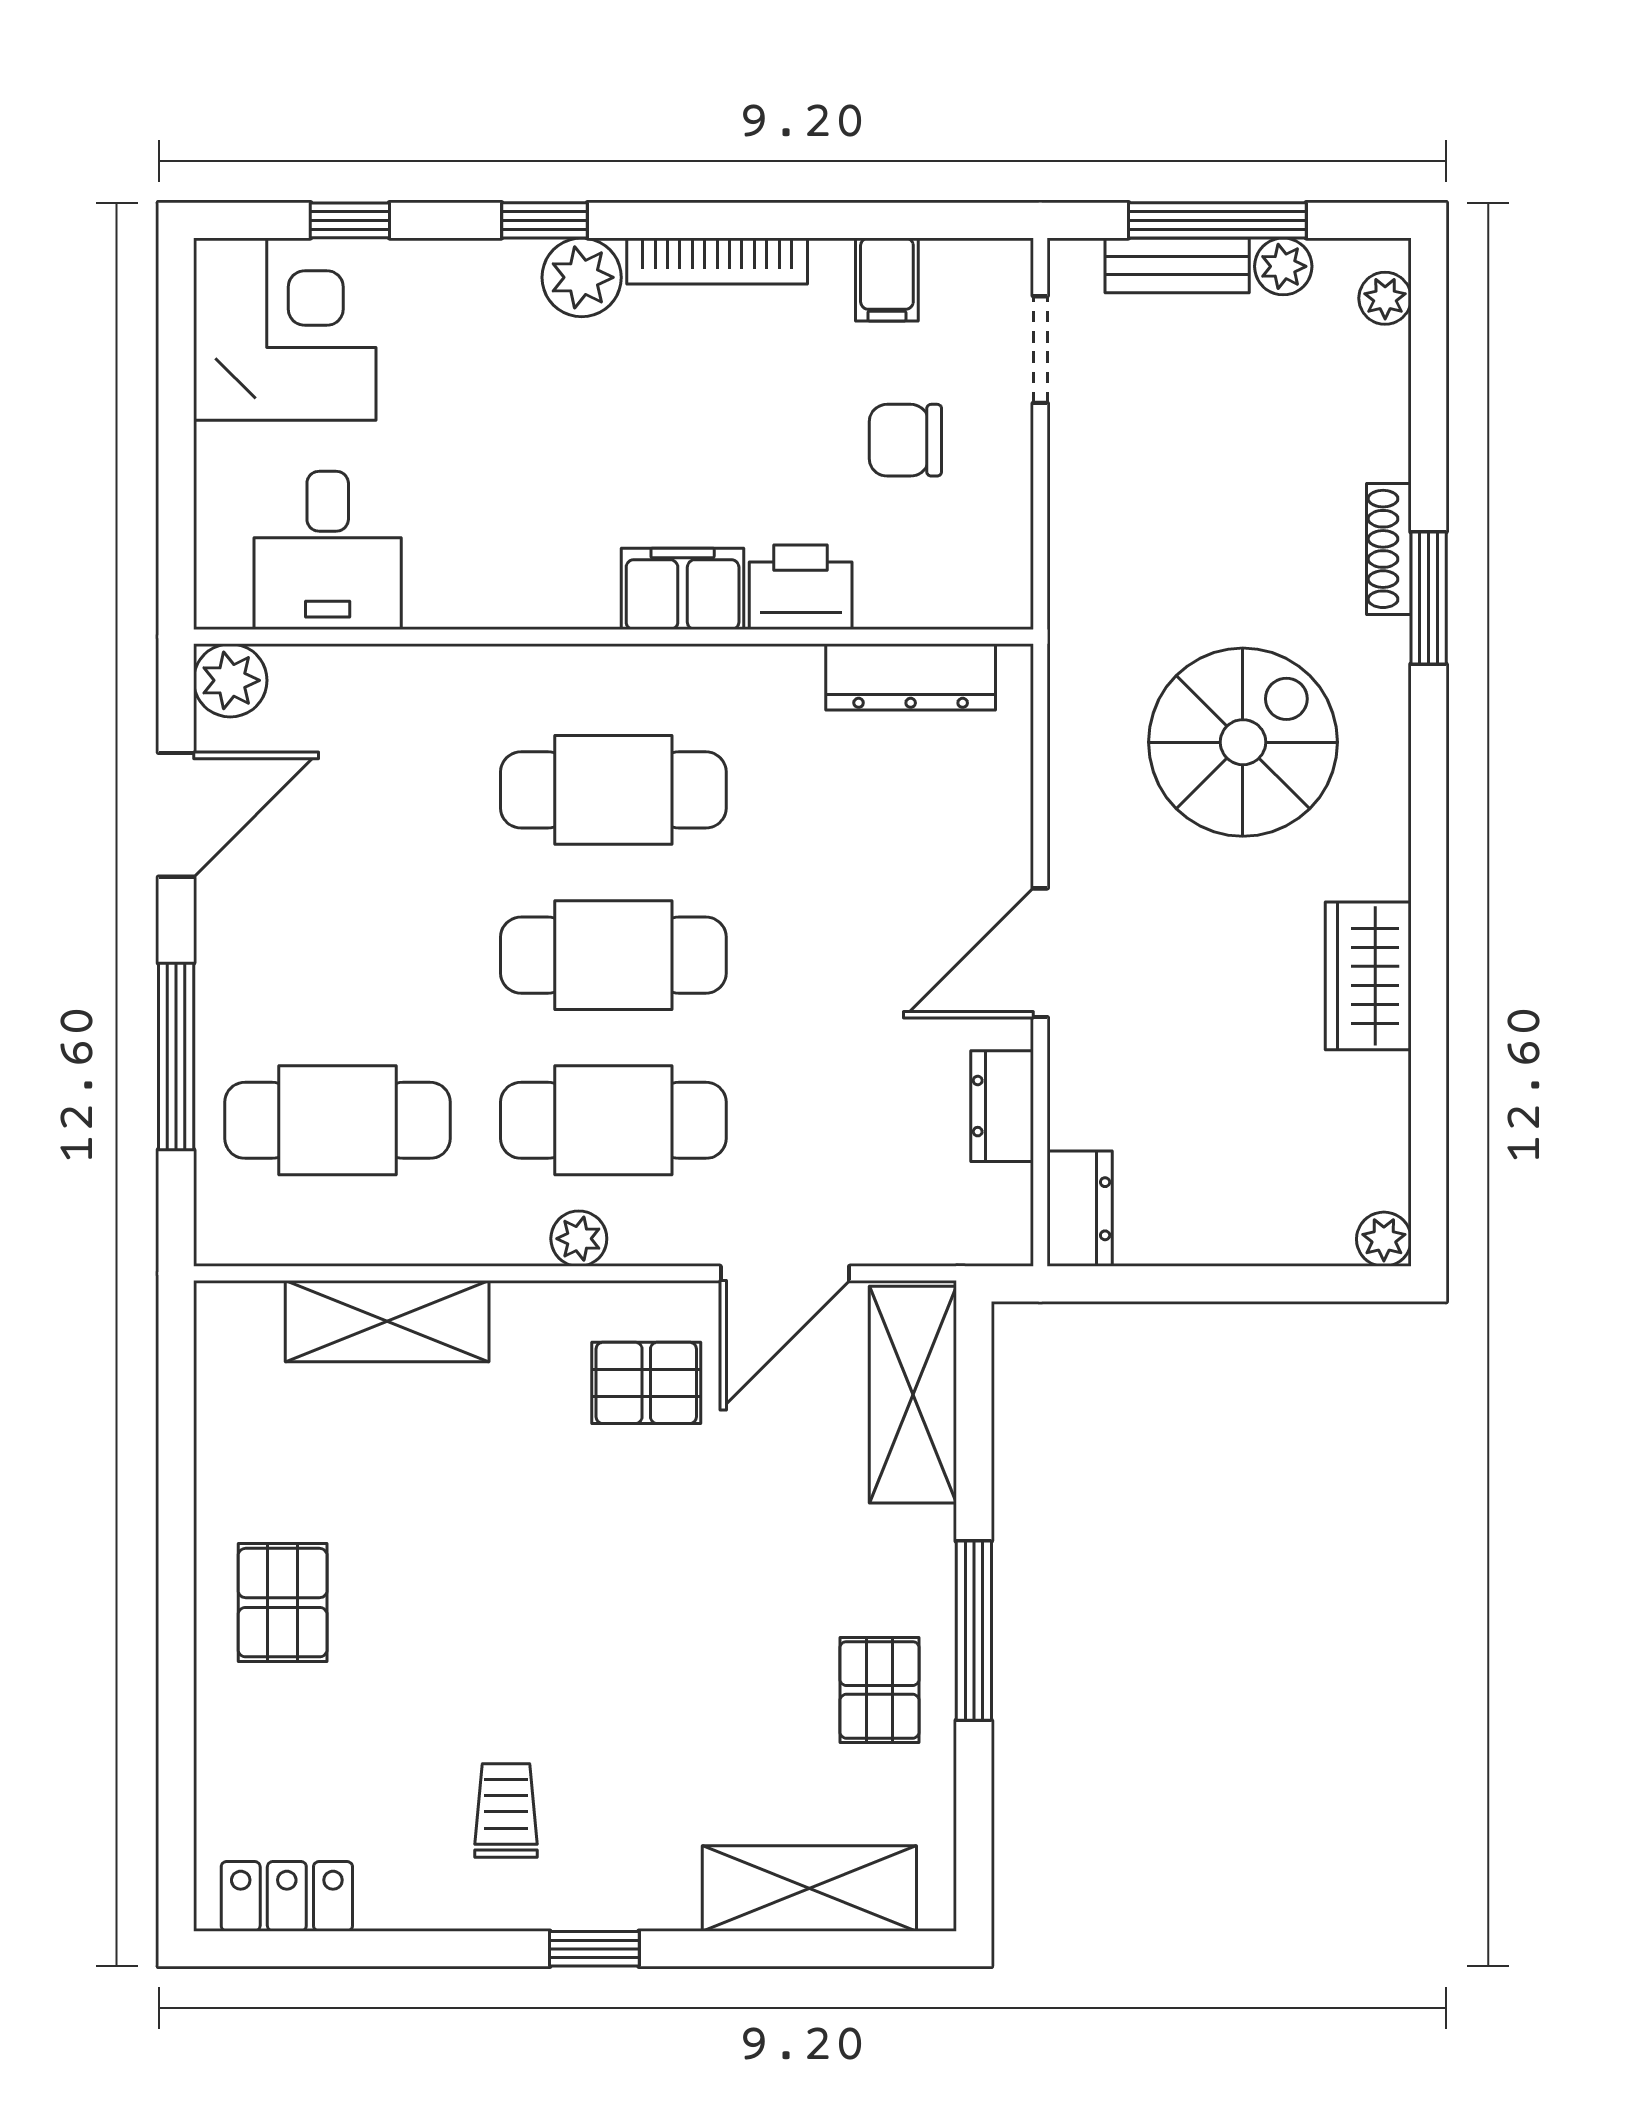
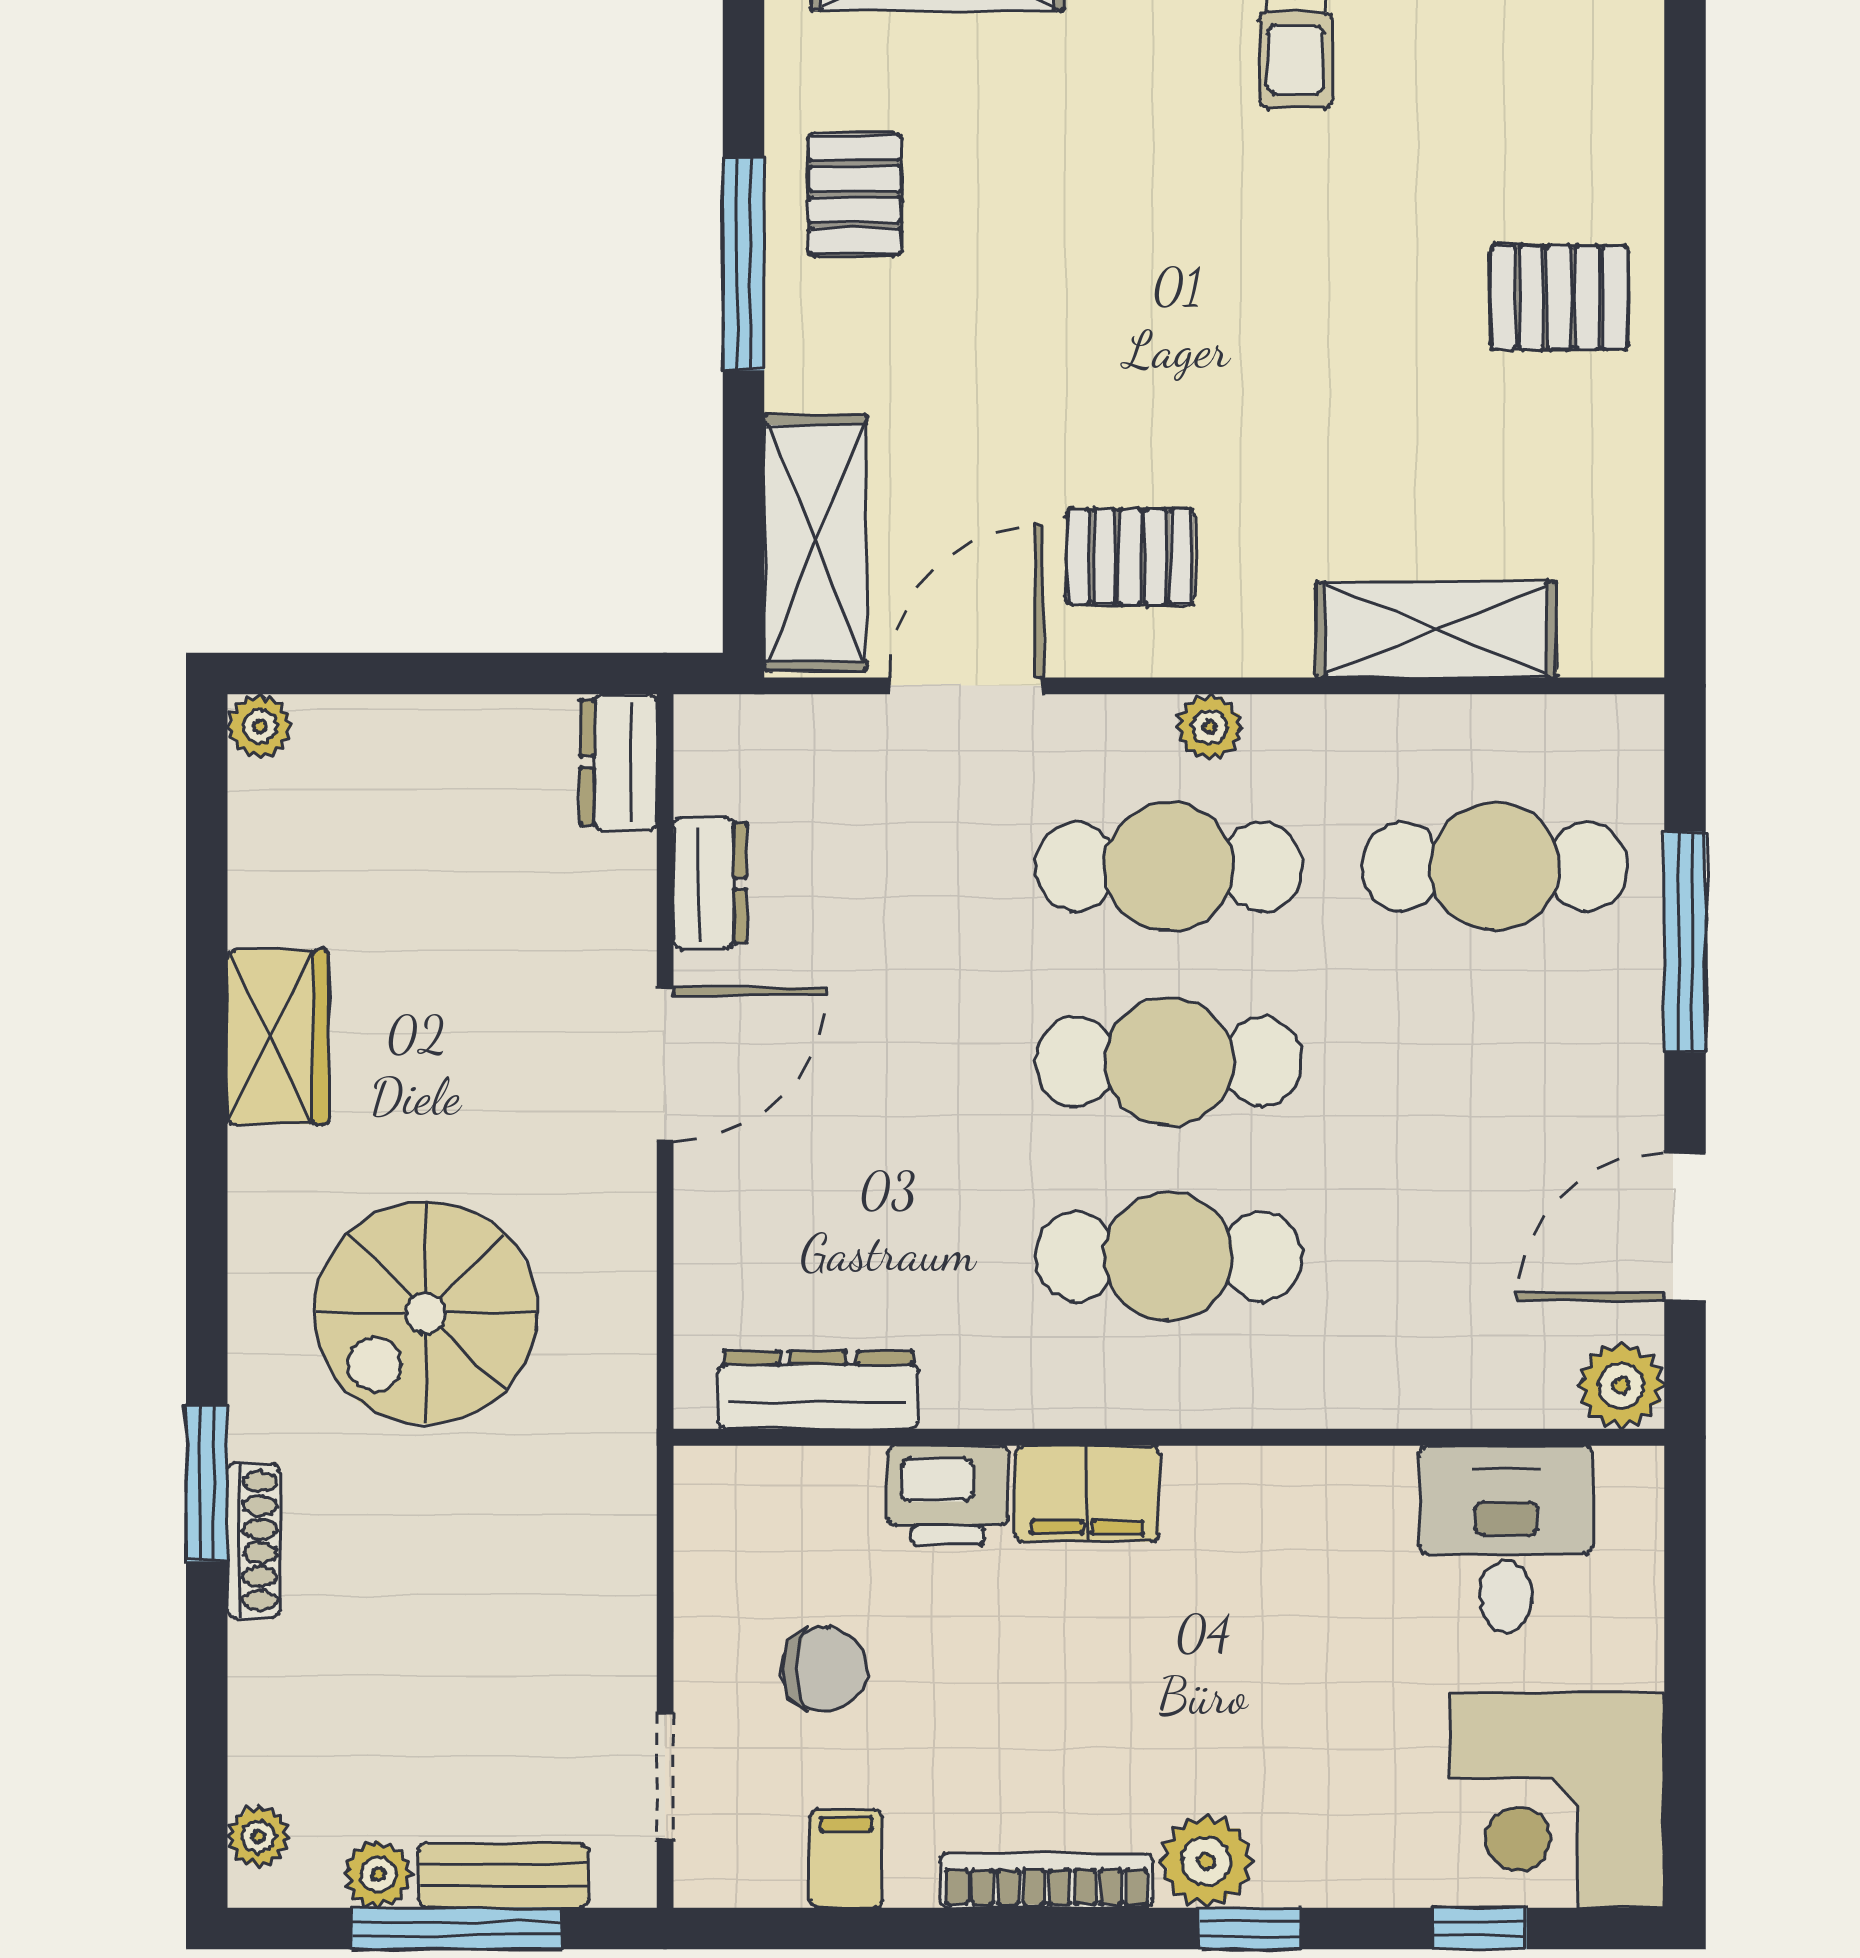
pallet: (283, 1603) -> (1559, 297), turned 90

